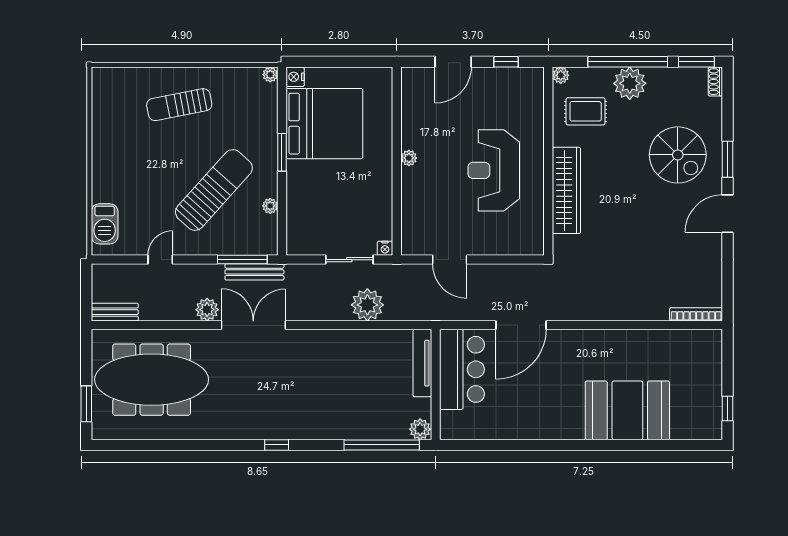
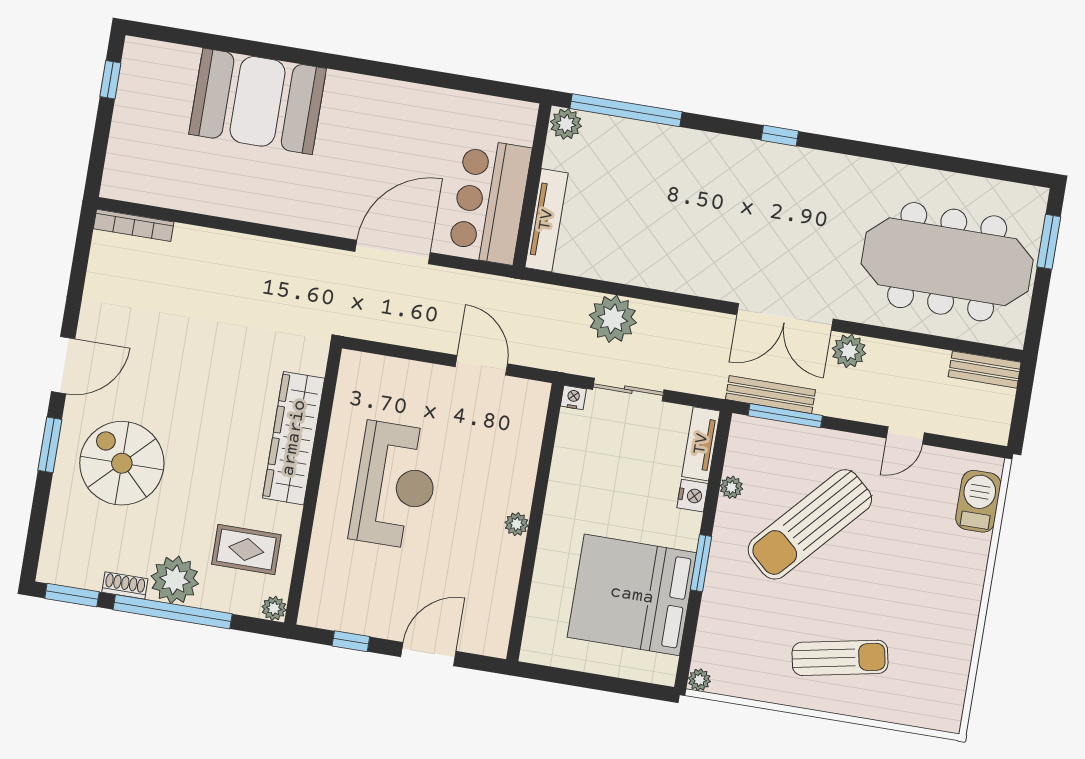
nightstand: (295, 77) -> (692, 496), moved
shoe rack: (715, 82) -> (125, 585), moved, turned -90
tv unit: (295, 232) -> (701, 444), added

